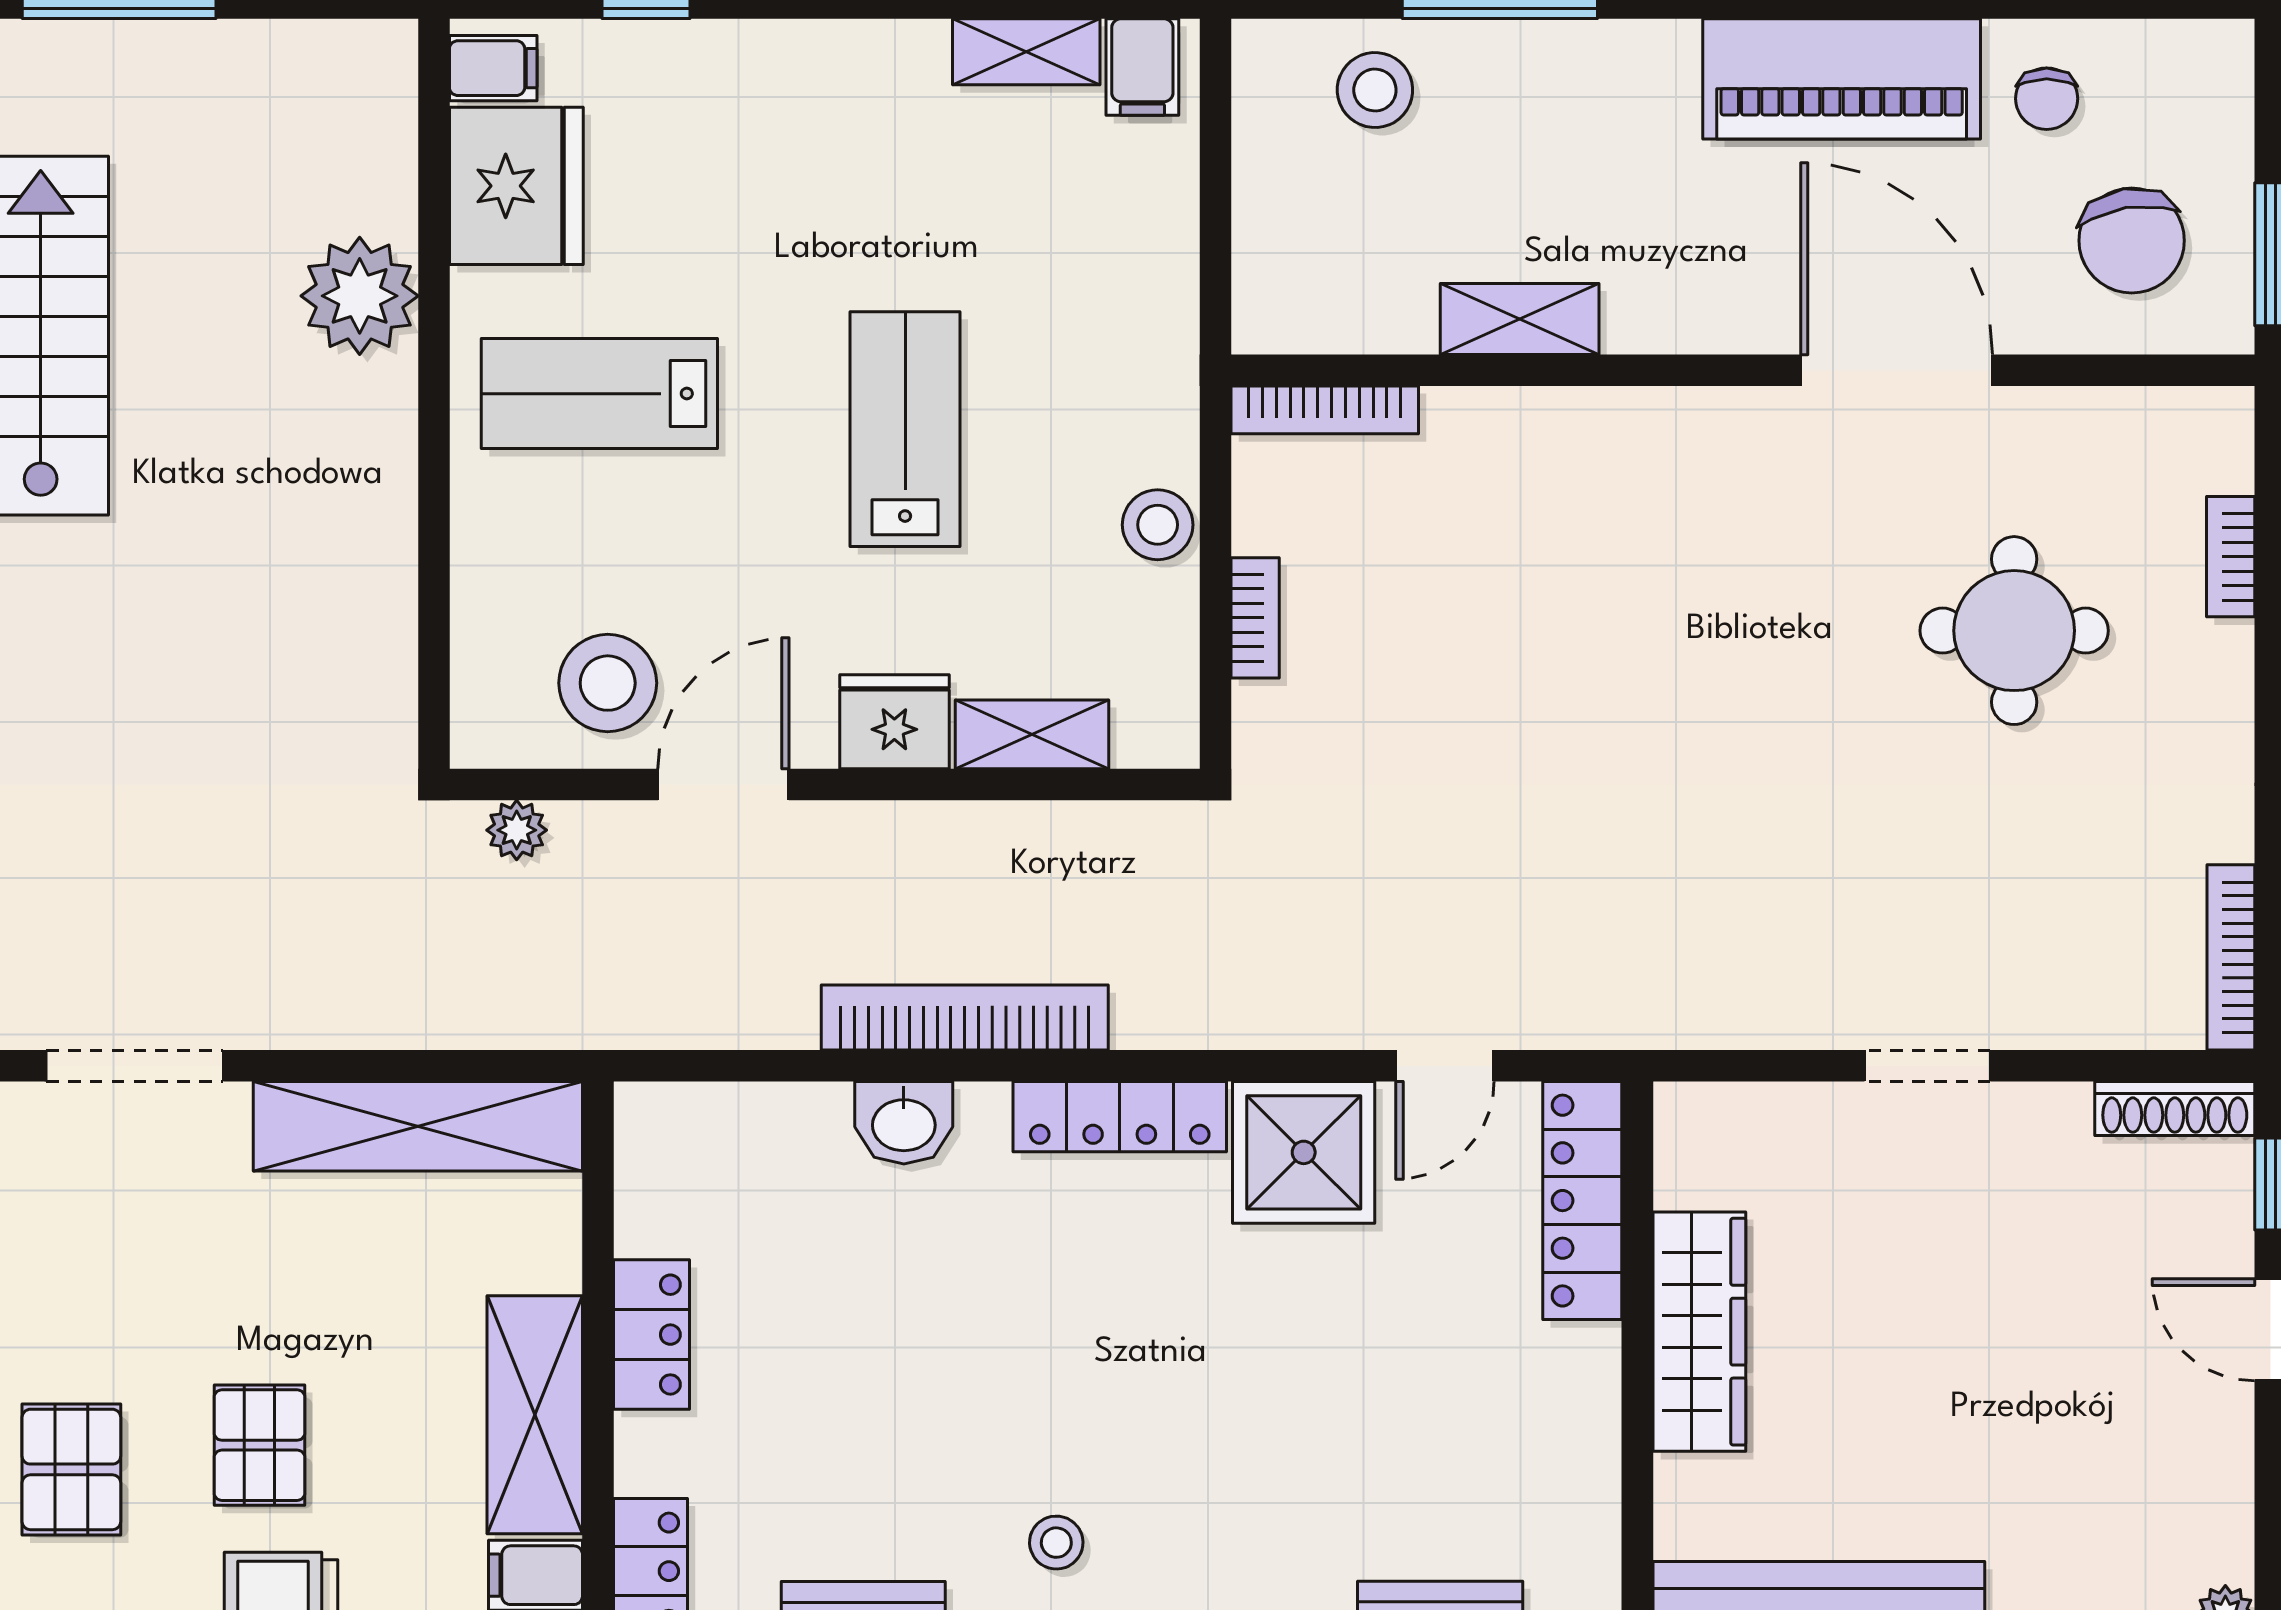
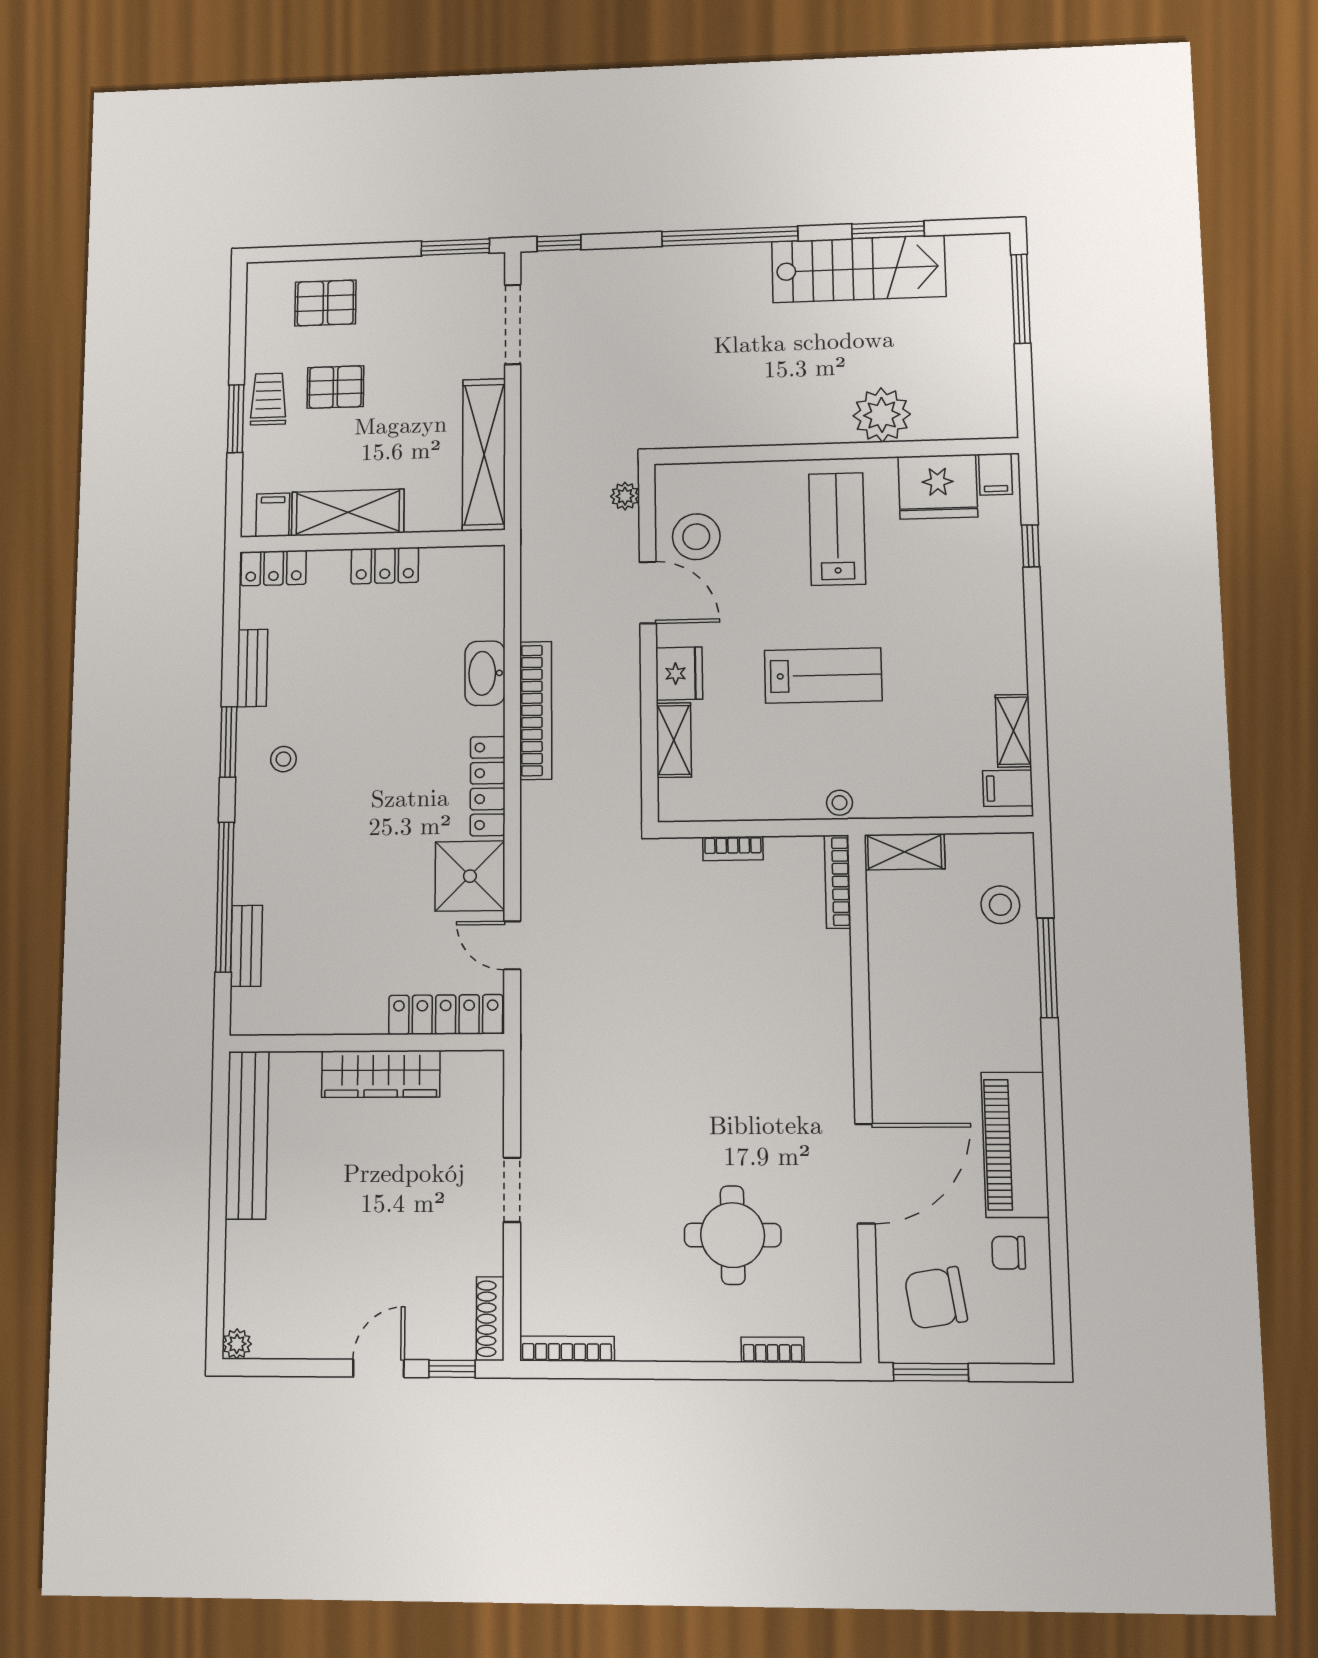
shelving: (1520, 319) -> (905, 852), moved, turned 90
stool: (1158, 525) -> (840, 803), moved, width x0.73, depth x0.73
washbasin: (904, 1123) -> (485, 673), width x1.38

